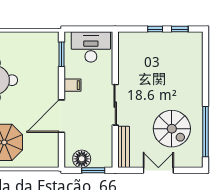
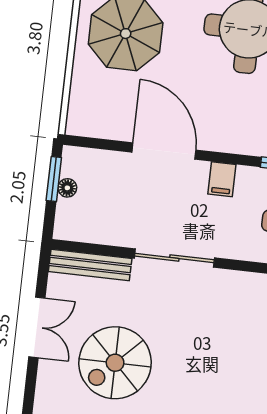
floor lamp: (82, 159) -> (67, 188), width x0.53, depth x0.53
window: (93, 170) -> (54, 179), moved

